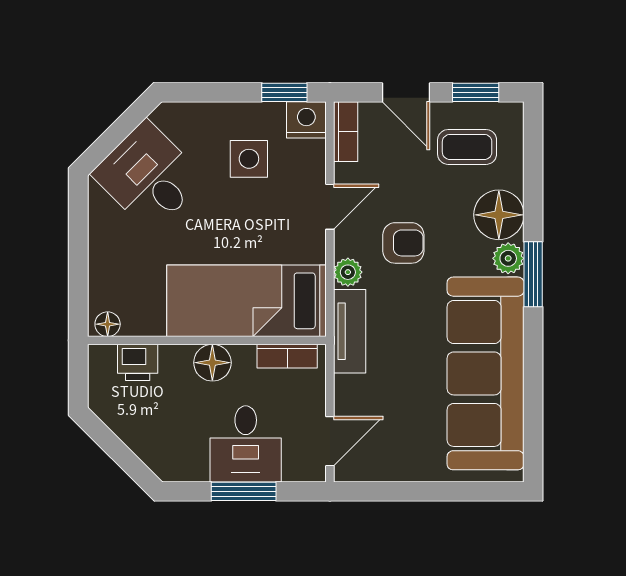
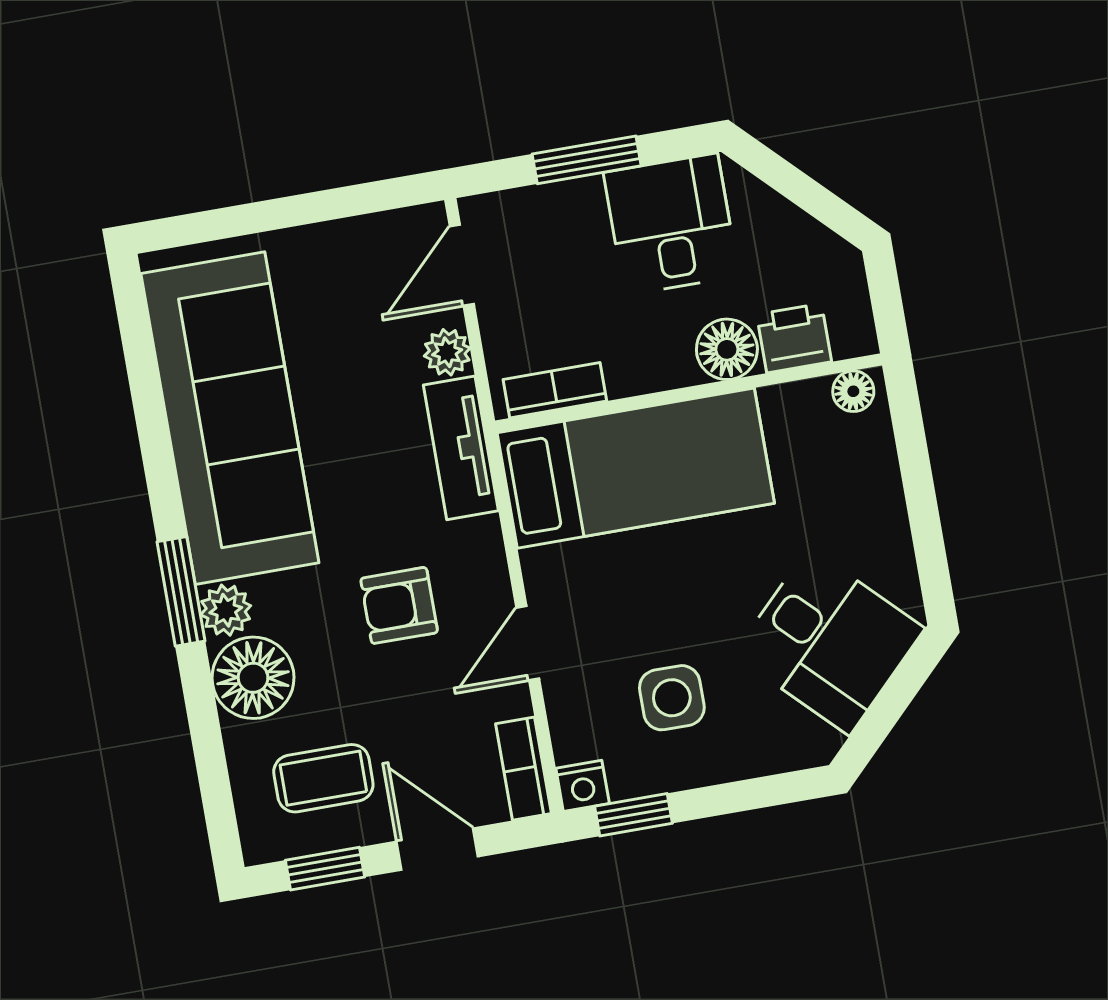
nightstand: (306, 120) -> (583, 786), width x0.72, depth x0.74
plant: (348, 272) -> (447, 352), moved
floor lamp: (212, 363) -> (727, 349), moved
desk: (246, 444) -> (671, 224), moved

